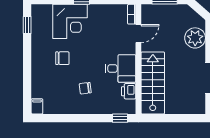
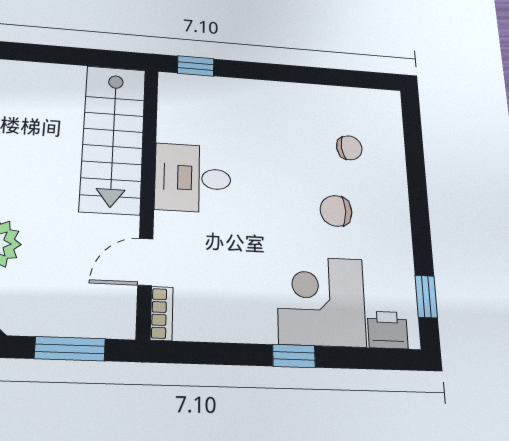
chair: (85, 88) -> (349, 148), moved
printer: (129, 91) -> (388, 330), moved, turned -90
filing cabinet: (37, 106) -> (389, 106), removed

